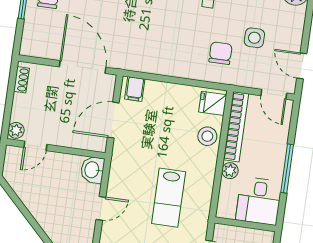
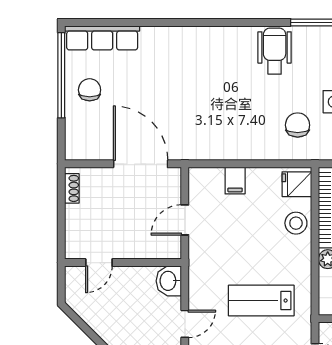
filing cabinet: (135, 89) -> (235, 181), moved
door: (113, 120) -> (185, 220), width x0.73
plant: (16, 130) -> (74, 248), removed
lab bench: (169, 198) -> (261, 301), turned 90

